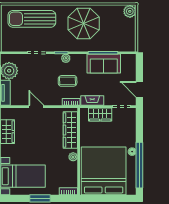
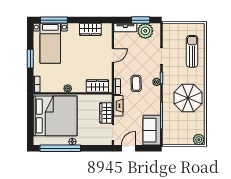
sun lounger: (32, 19) -> (192, 51), width x0.73, depth x0.75
sofa: (104, 63) -> (152, 130), moved
wardrobe: (70, 130) -> (97, 86), width x0.67

